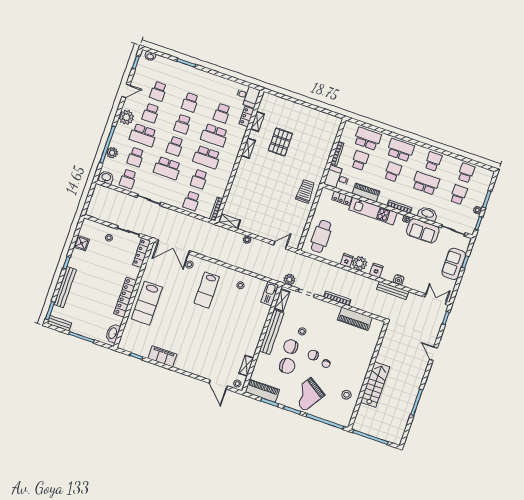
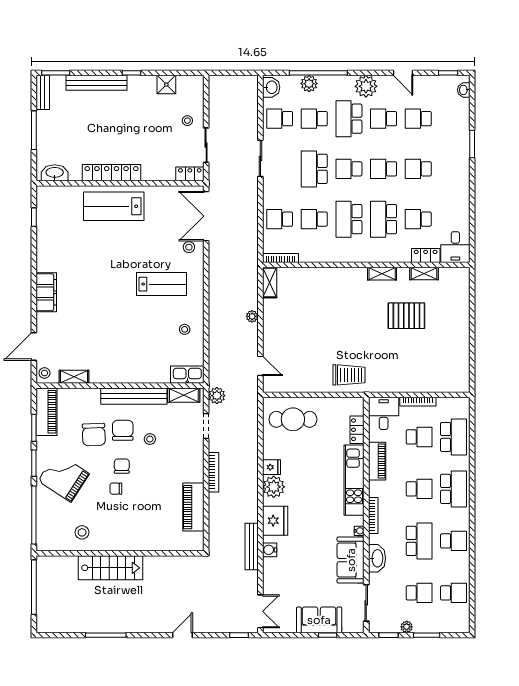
locker: (142, 253) -> (190, 174), width x0.66
fridge: (376, 270) -> (275, 521), width x1.88, depth x1.34
lab bench: (207, 290) -> (161, 284), turned 180
filing cabinet: (162, 356) -> (46, 292), moved

